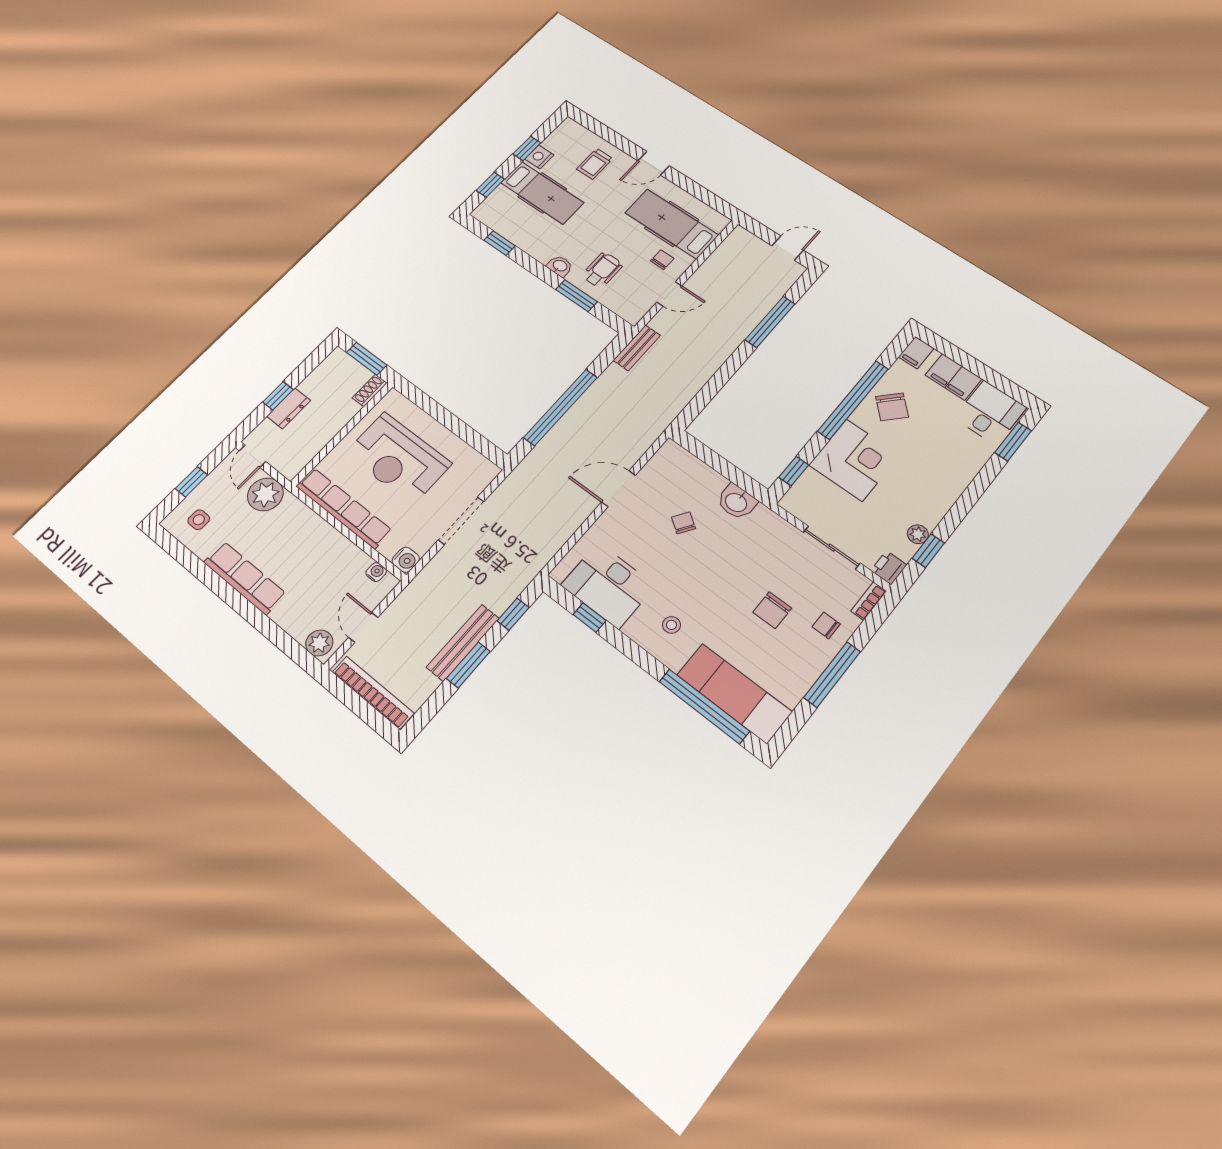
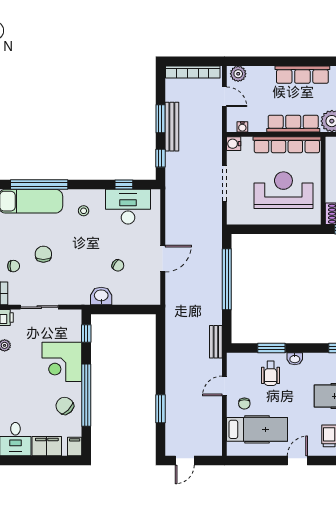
window: (770, 322) -> (160, 409), width x0.69
row of seats: (312, 527) -> (293, 124), added

